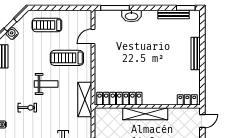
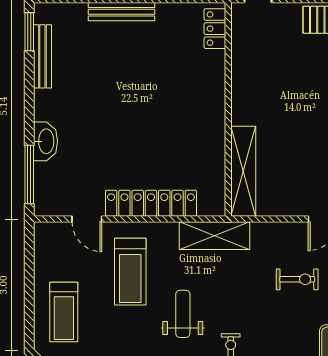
locker: (119, 99) -> (151, 203), moved, turned 90
shelving: (145, 114) -> (243, 171), moved

